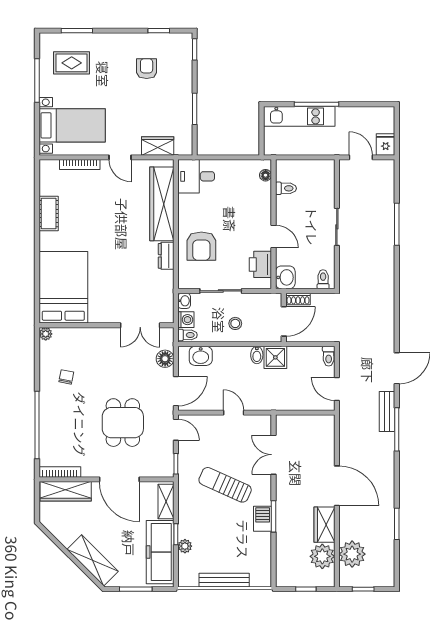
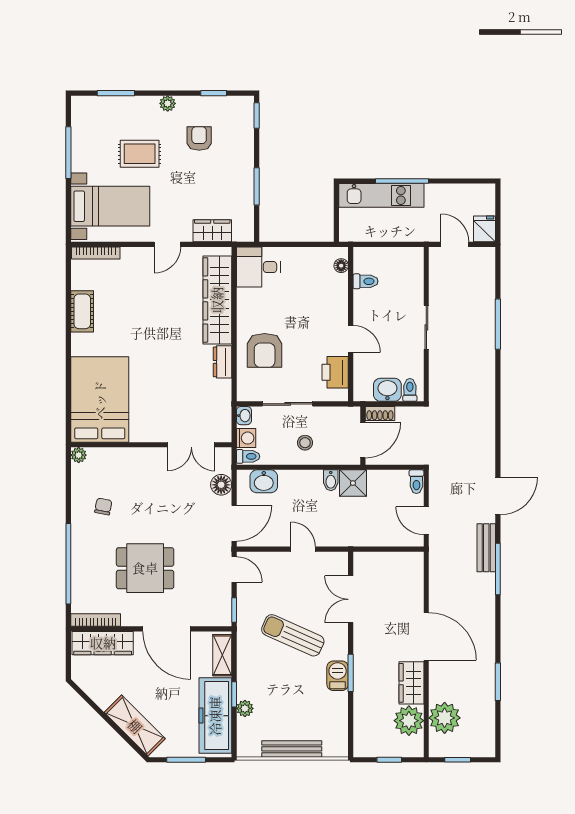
plant: (120, 39) -> (168, 103), added
rug: (72, 63) -> (140, 154), moved
door: (120, 157) -> (167, 244), hinge flipped
bookcase: (80, 165) -> (96, 253), moved
washbasin: (285, 277) -> (387, 390), moved, turned -90
dining table: (123, 423) -> (145, 568), moved, turned 90

